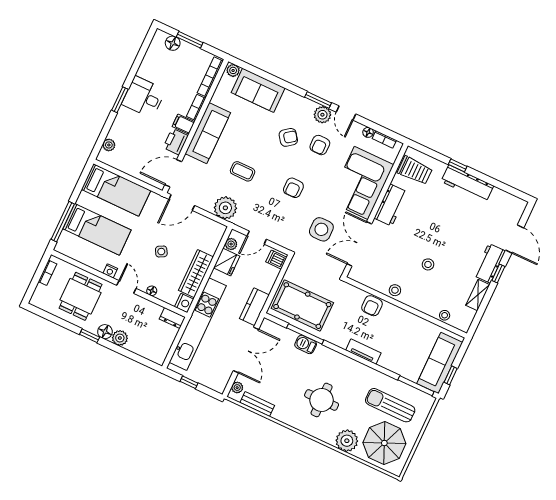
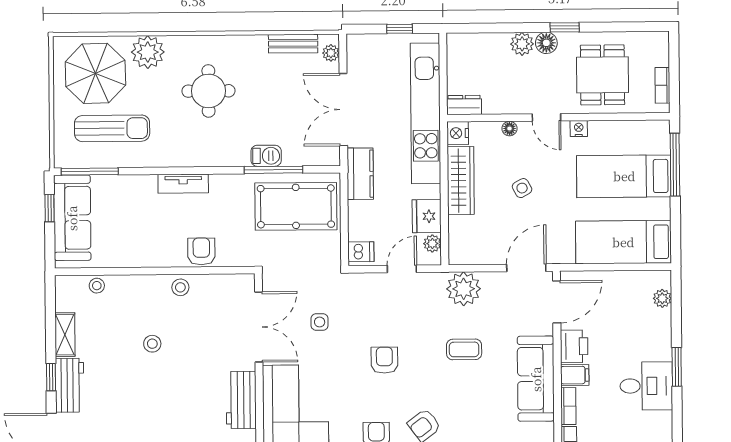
side table: (321, 229) -> (320, 322), width x0.54, depth x0.54

